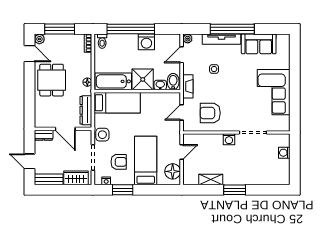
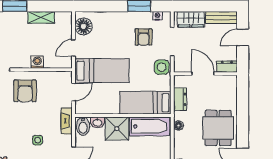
dresser: (86, 110) -> (180, 99), width x0.70
armchair: (210, 113) -> (25, 91), moved, turned 90
washing machine: (229, 139) -> (37, 62), moved
door: (30, 161) -> (243, 38), swing flipped
bed: (146, 161) -> (102, 71), moved, turned -90
armchair: (119, 162) -> (144, 37), turned -90

